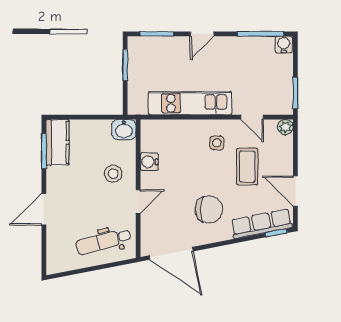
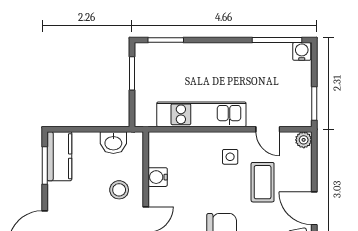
door: (202, 34) -> (214, 40), removed
washbasin: (124, 130) -> (113, 143), moved

